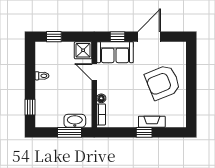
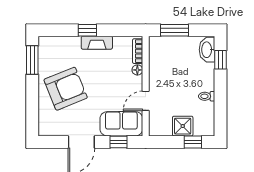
shower: (83, 50) -> (183, 126), moved
door: (94, 72) -> (146, 101), swing flipped
window: (191, 107) -> (32, 60), added
washbasin: (75, 121) -> (207, 50), moved, turned 90
fireplace: (152, 122) -> (97, 43), moved

